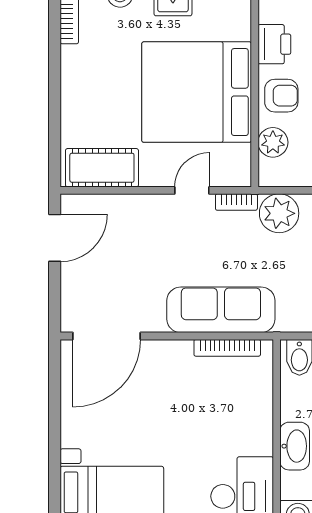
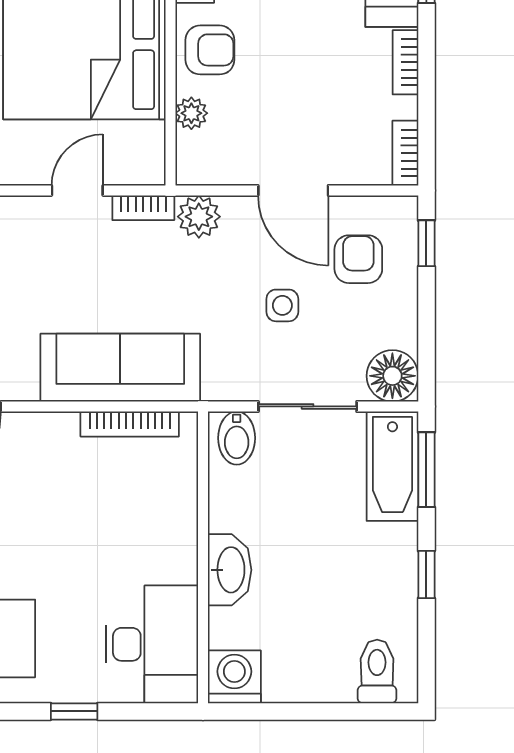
plant: (273, 142) -> (191, 113), width x0.73, depth x0.73
plant: (279, 213) -> (199, 217), width x0.73, depth x0.73

